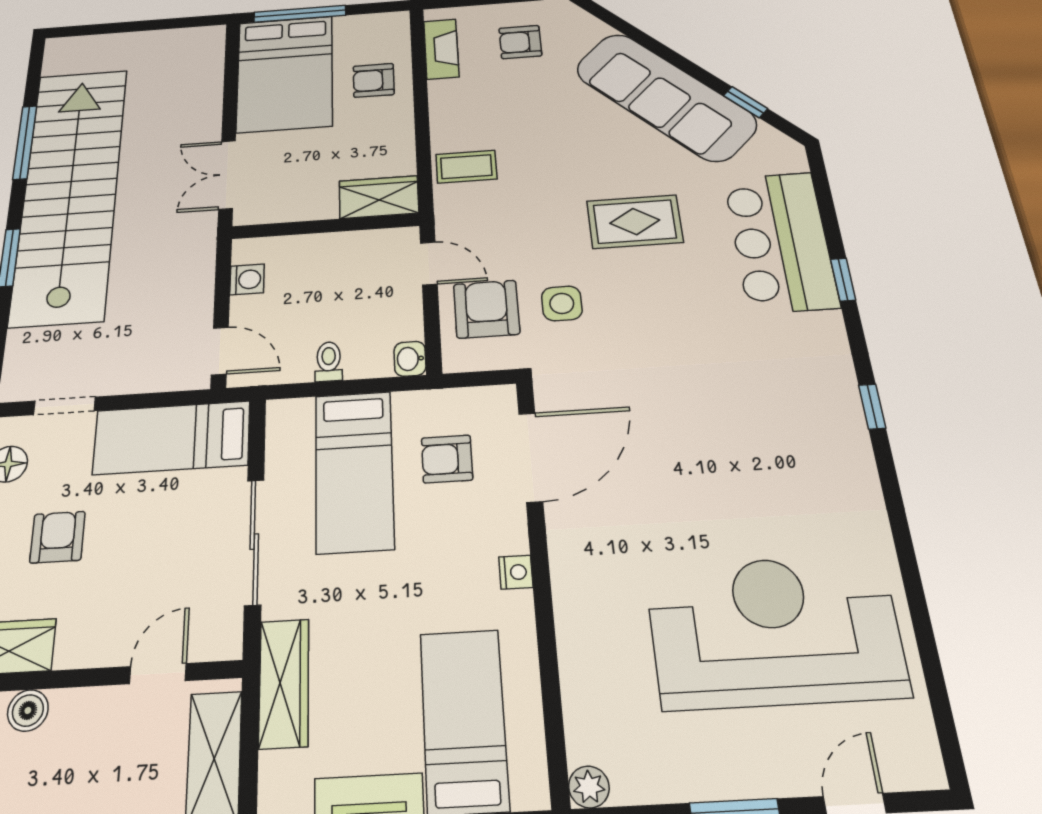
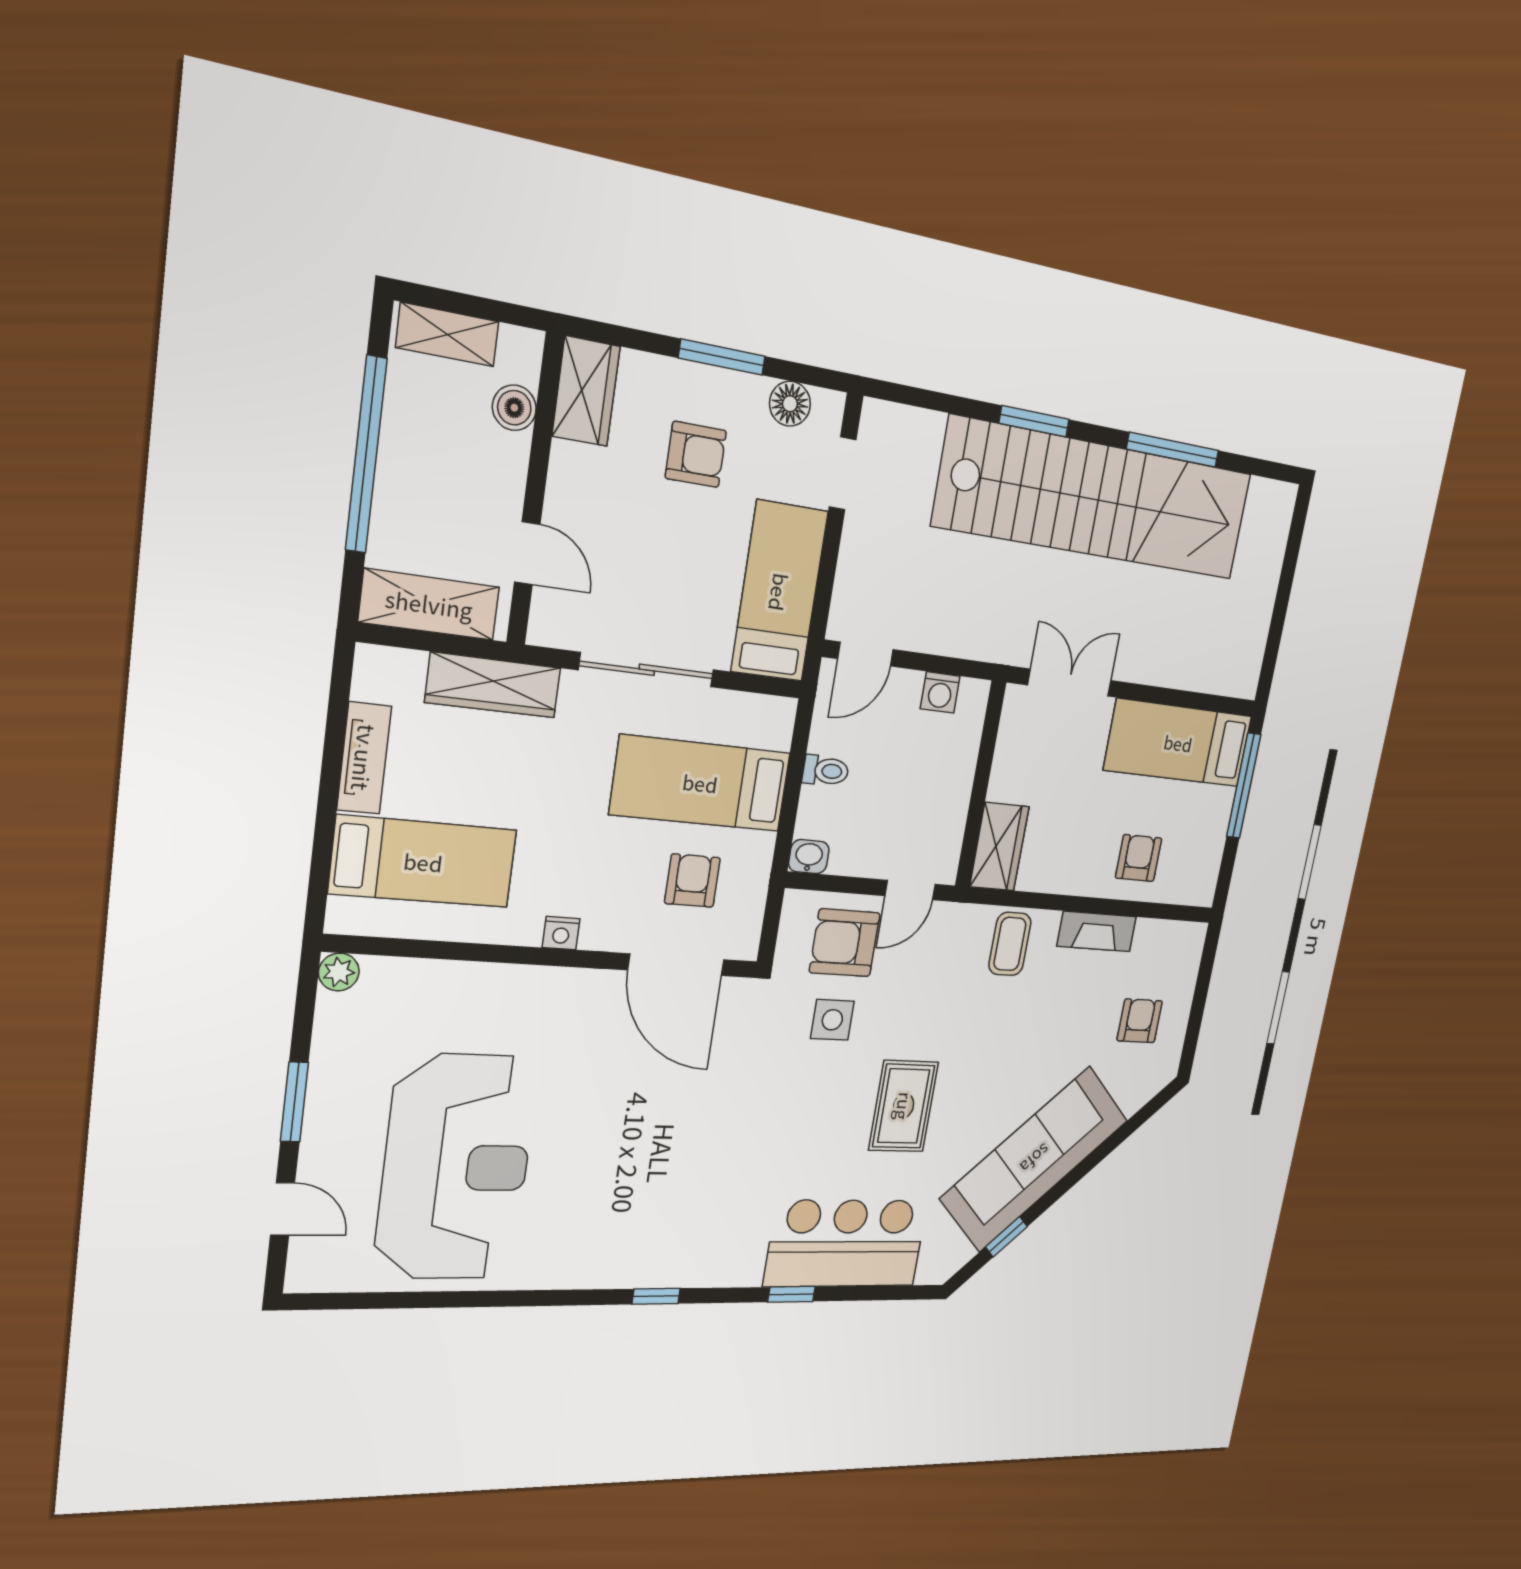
fireplace: (441, 49) -> (1097, 931), moved
bed: (285, 73) -> (1178, 743), width x0.67
armchair: (487, 309) -> (845, 943), turned 180

